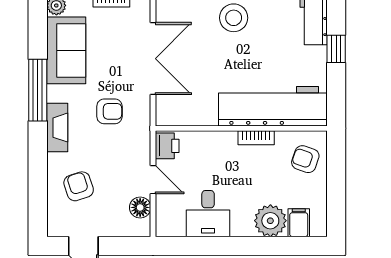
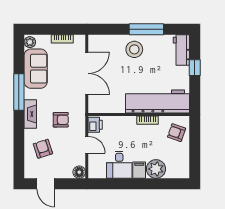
armchair: (109, 111) -> (61, 120), moved
floor lamp: (140, 207) -> (79, 172), moved
filing cabinet: (299, 223) -> (139, 170), moved

